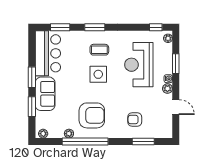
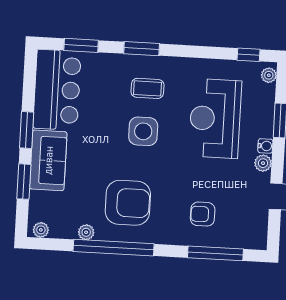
window: (143, 142) -> (215, 253), width x1.44

